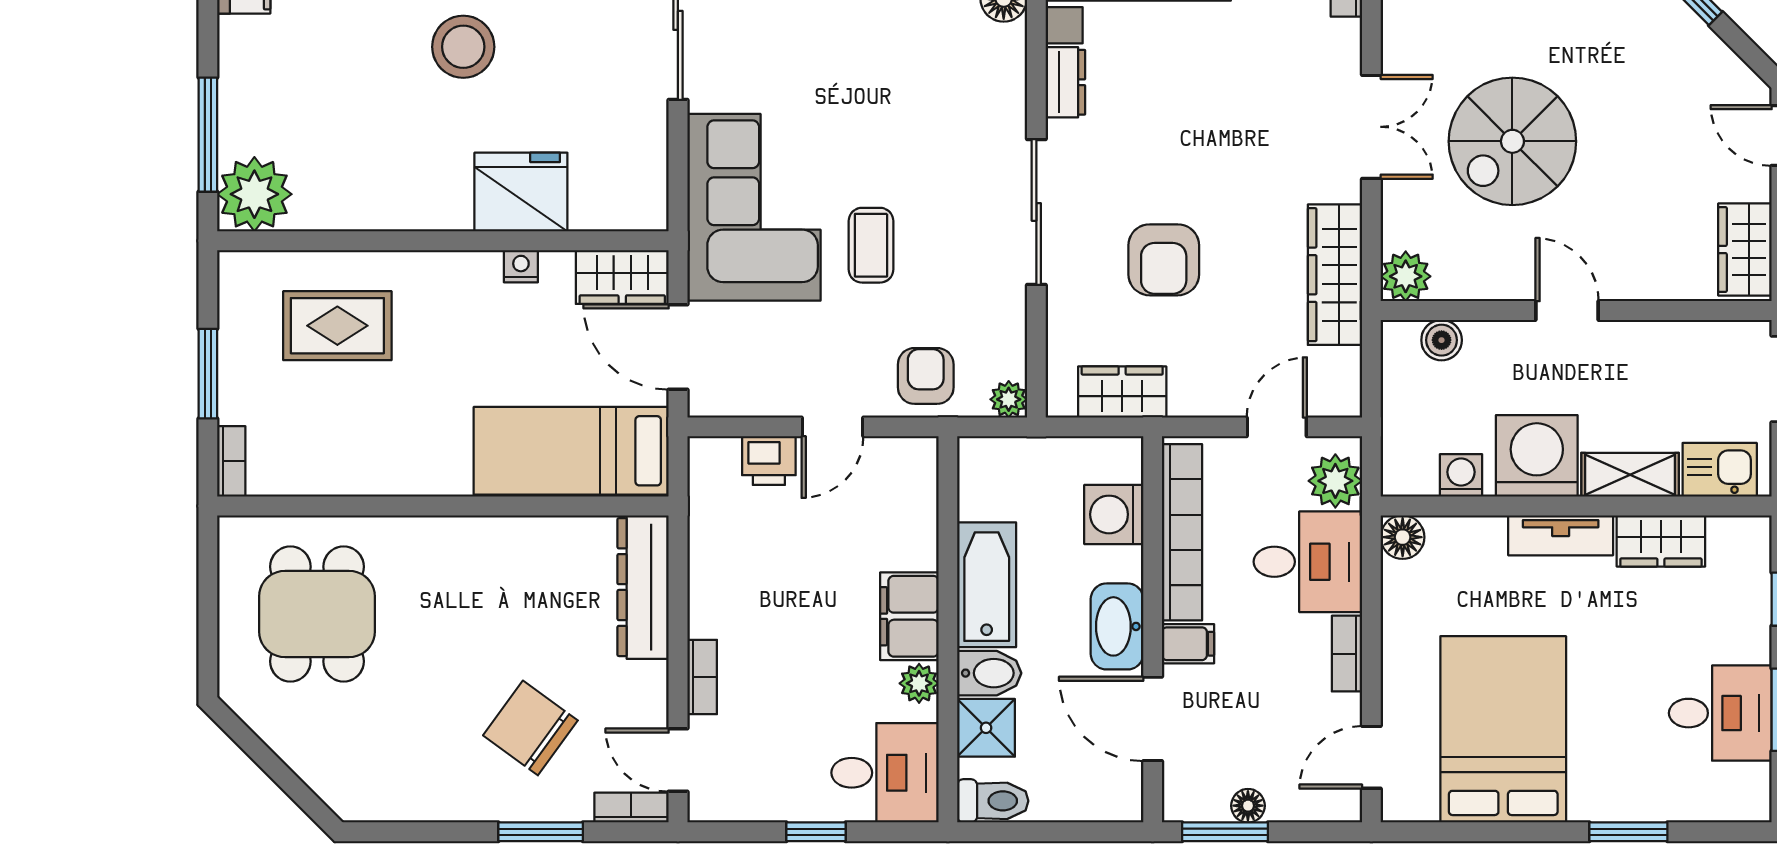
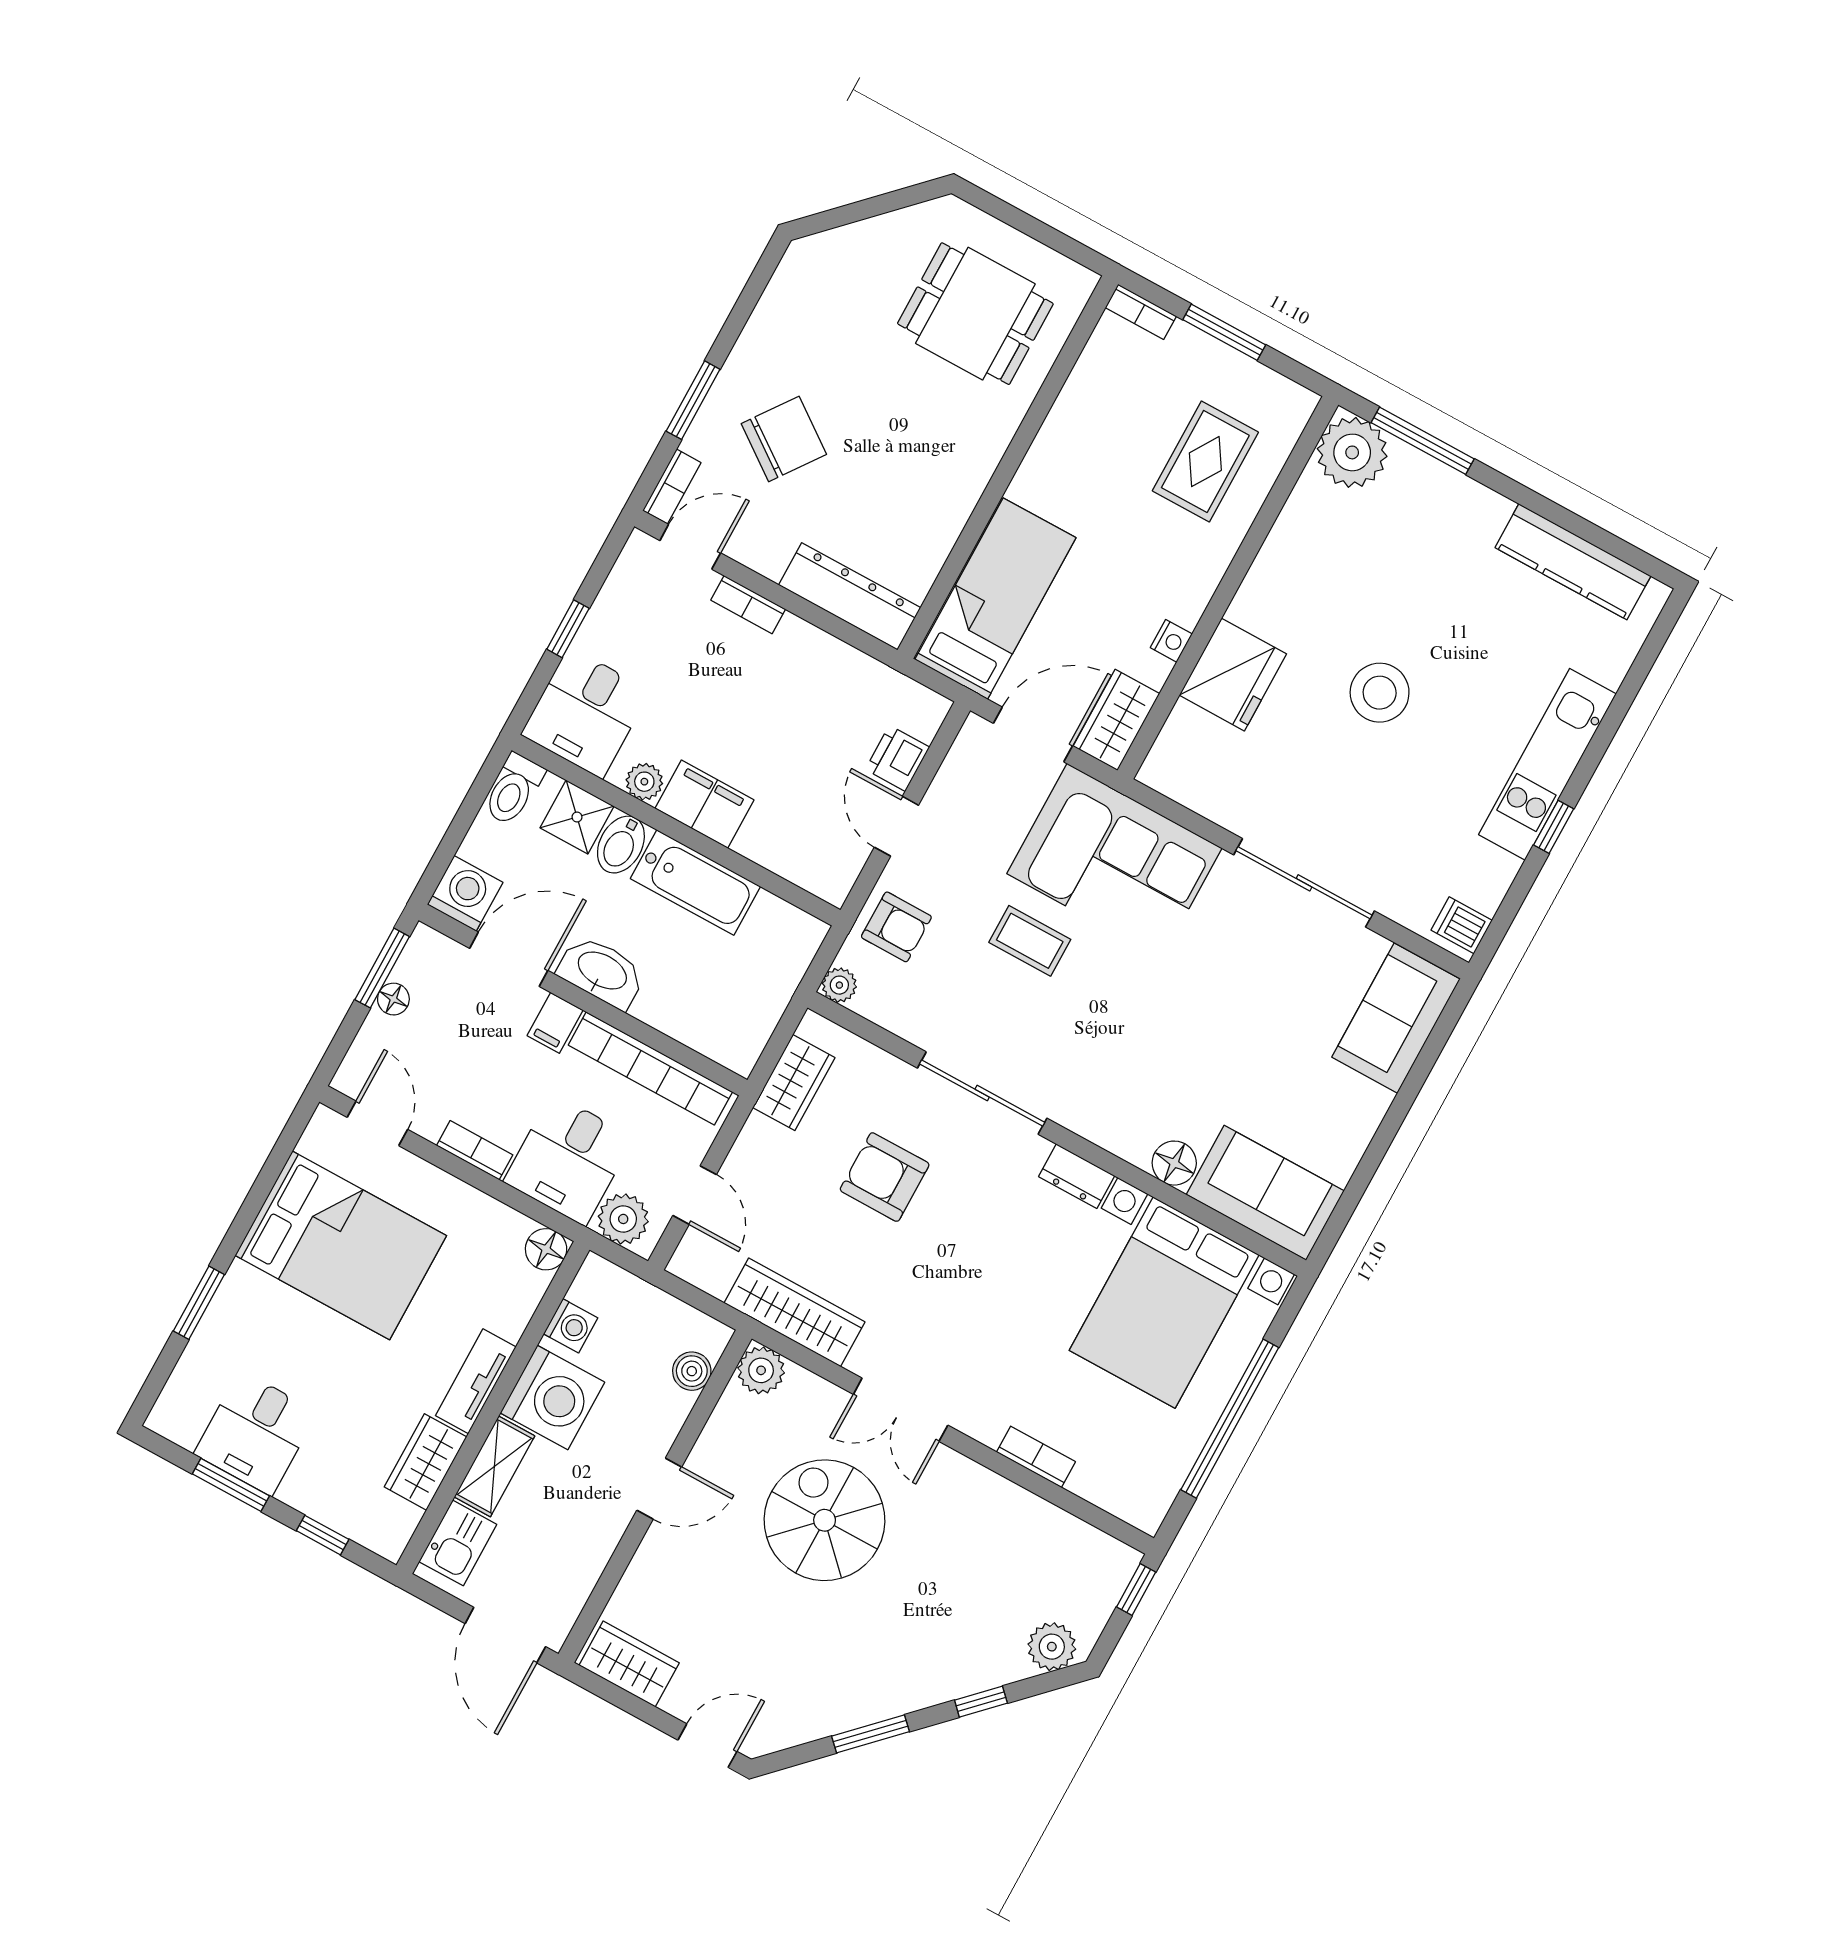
washing machine: (1114, 514) -> (465, 893), moved

